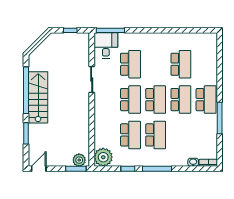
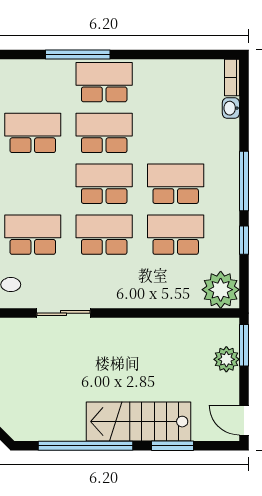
stairs: (38, 97) -> (138, 422), moved
window: (220, 118) -> (78, 55), moved
plant: (79, 160) -> (226, 359), moved

